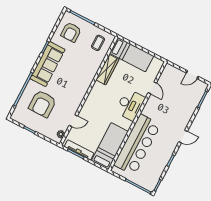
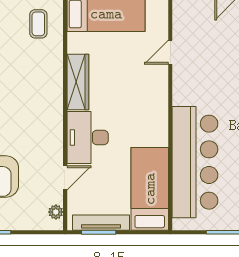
wardrobe: (107, 70) -> (78, 82), moved
door: (152, 88) -> (170, 52), swing flipped
desk: (130, 105) -> (88, 137), moved, turned 180

